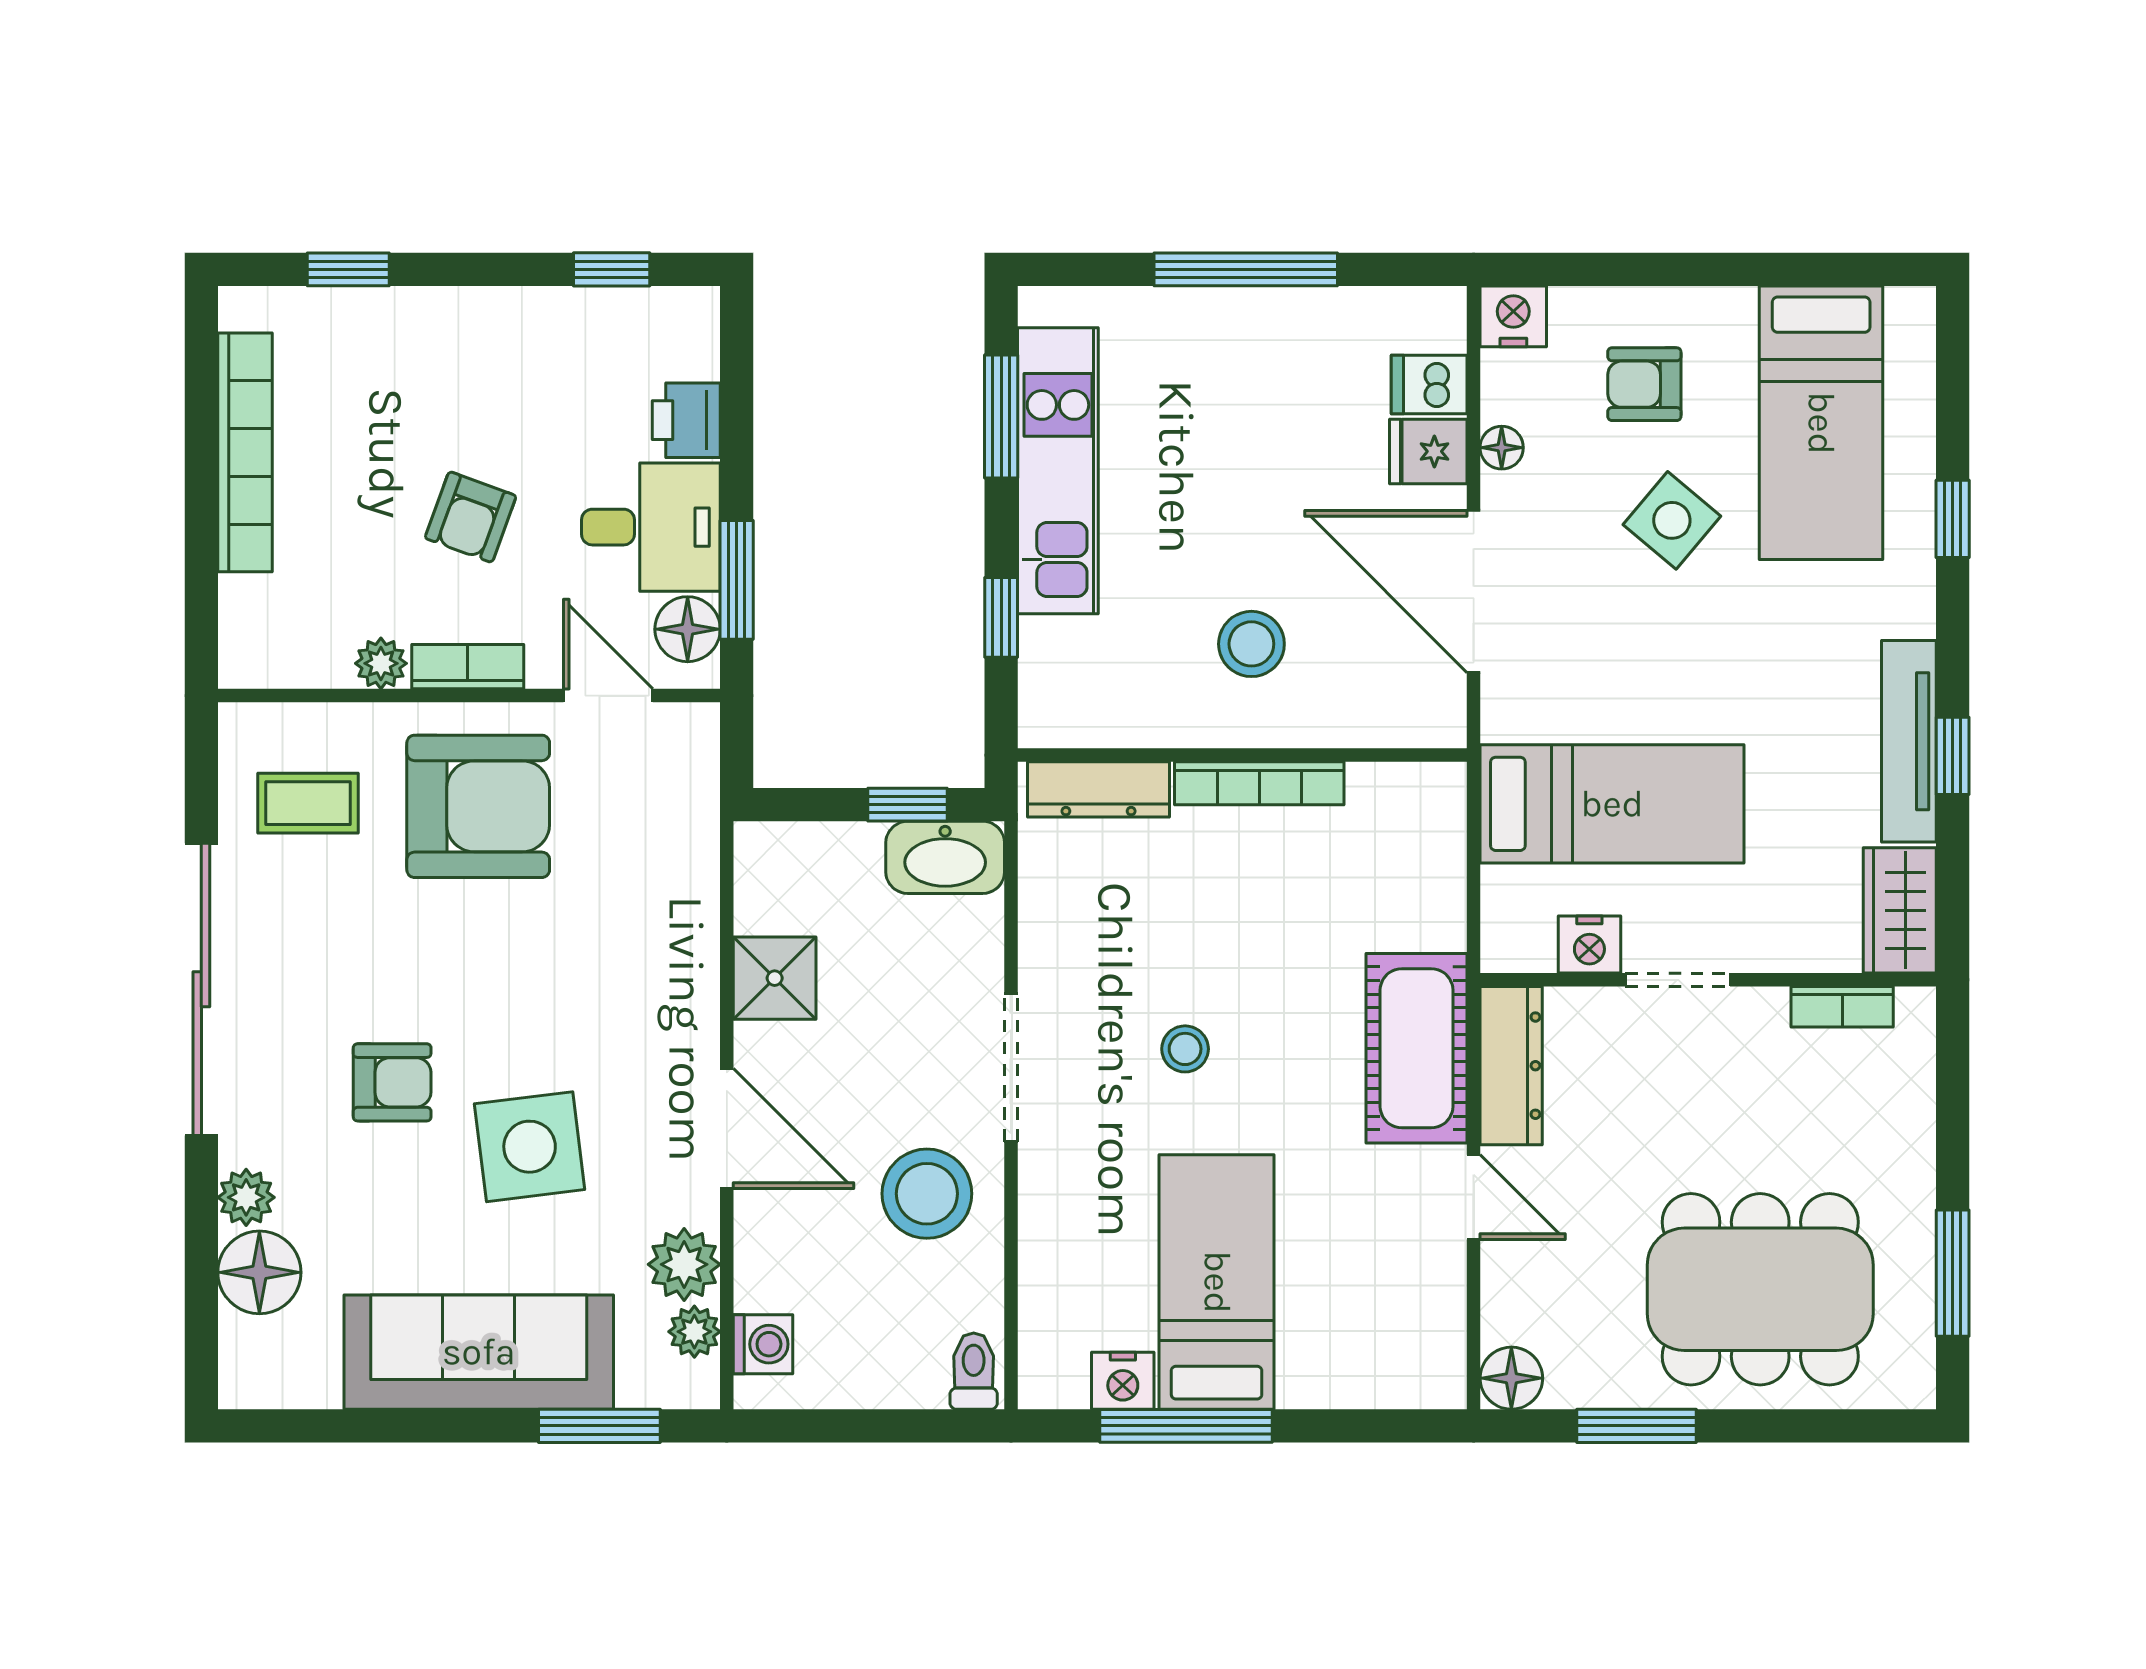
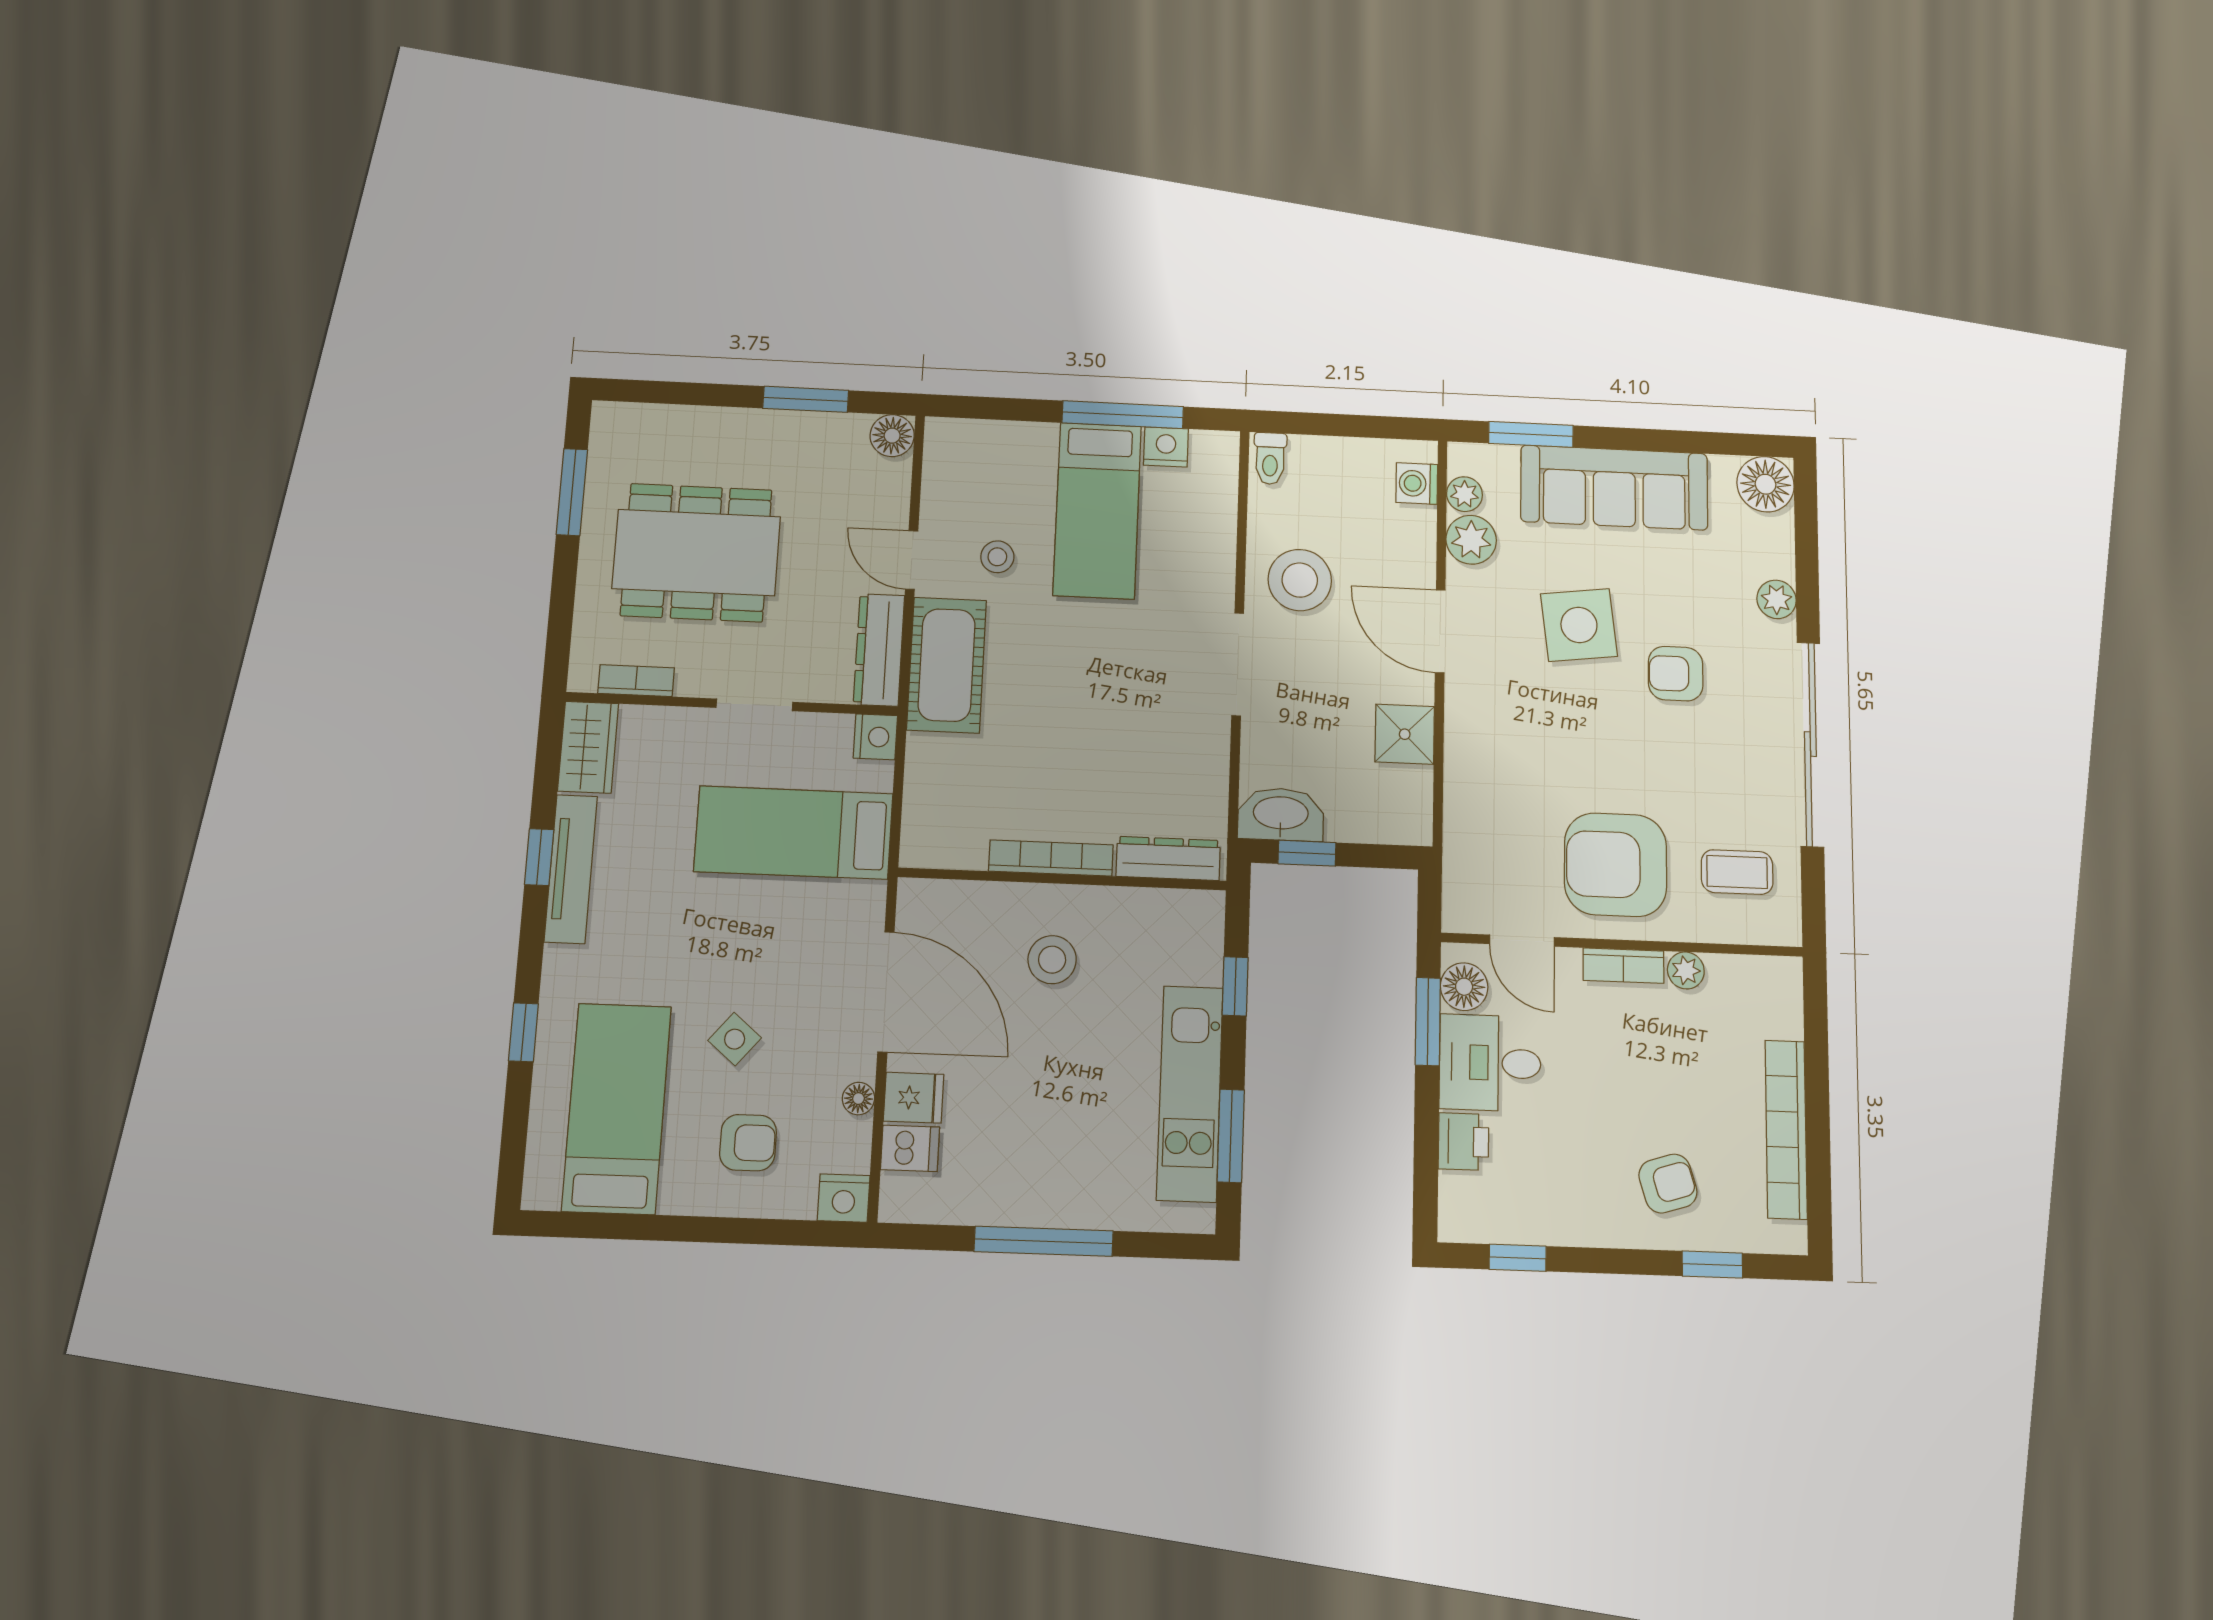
armchair: (471, 517) -> (1668, 1184), moved, turned 53
side table: (1672, 520) -> (735, 1039), width x0.73, depth x0.73
nightstand: (1589, 945) -> (875, 737), moved, turned 90
stool: (1185, 1049) -> (997, 557), moved
floor lamp: (259, 1272) -> (1766, 484), moved
dining table: (1760, 1289) -> (696, 553), moved

